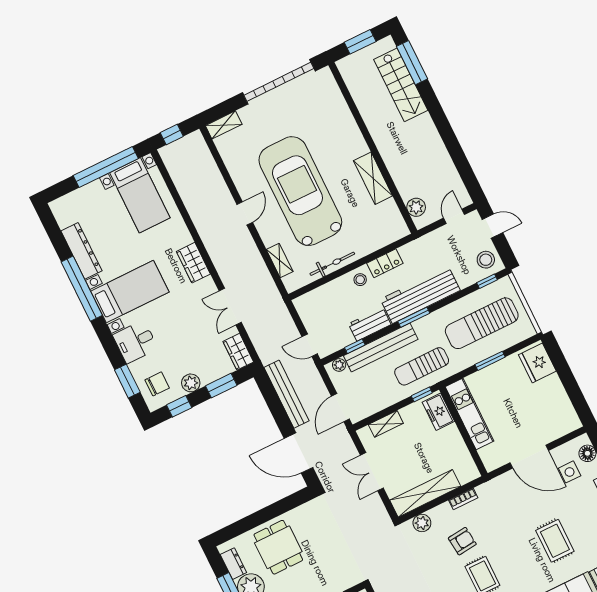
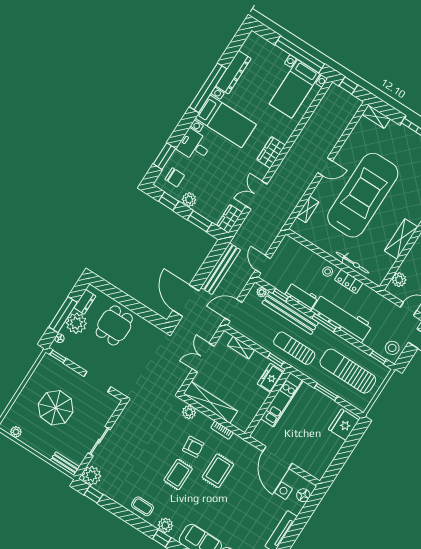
bicycle: (332, 264) -> (353, 263), moved
rug: (555, 541) -> (218, 471), moved

